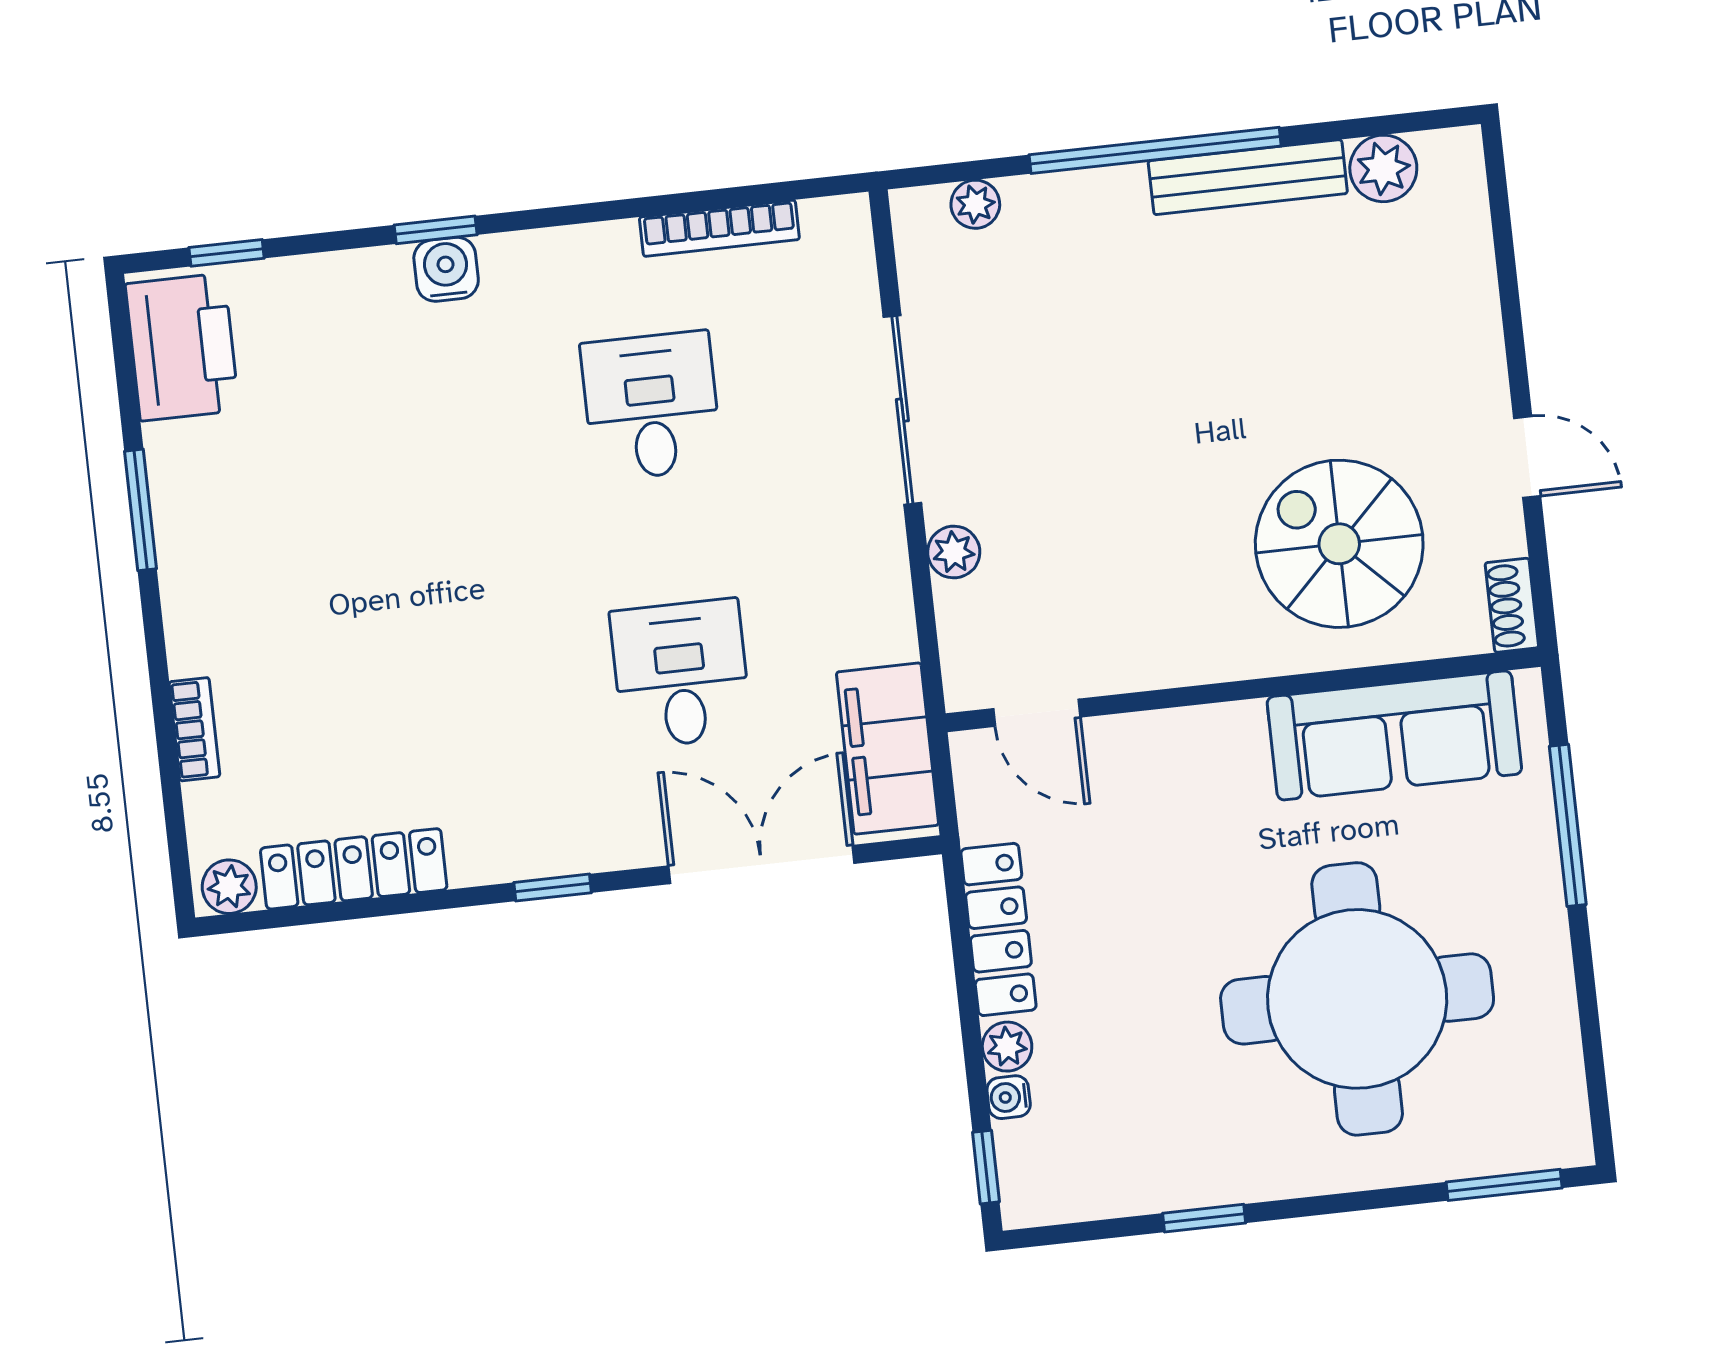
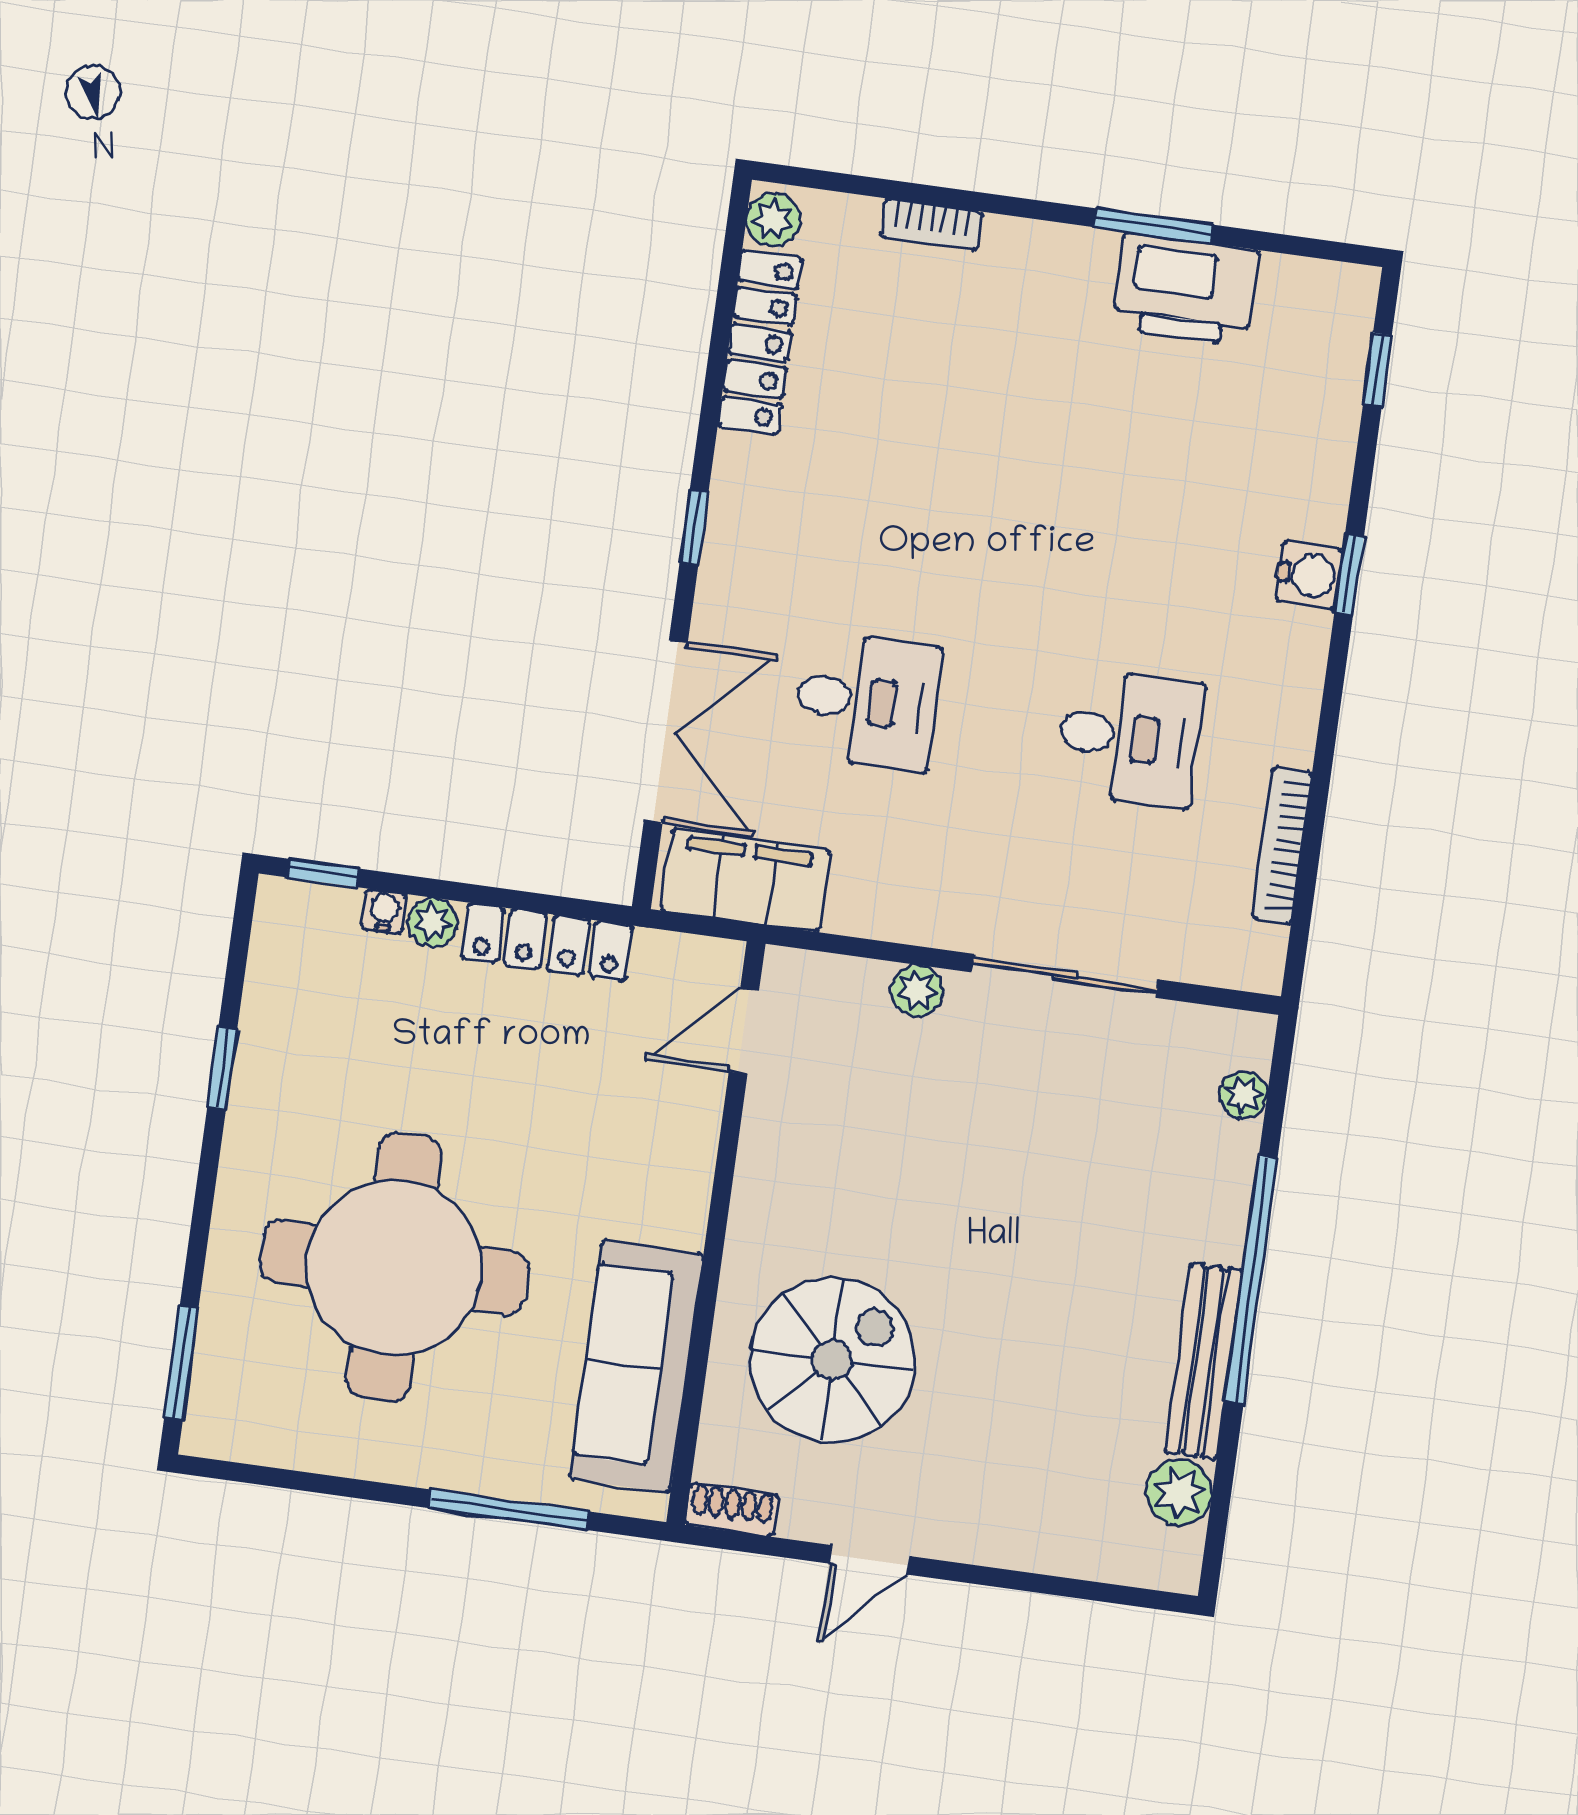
printer: (182, 347) -> (1186, 289), moved

